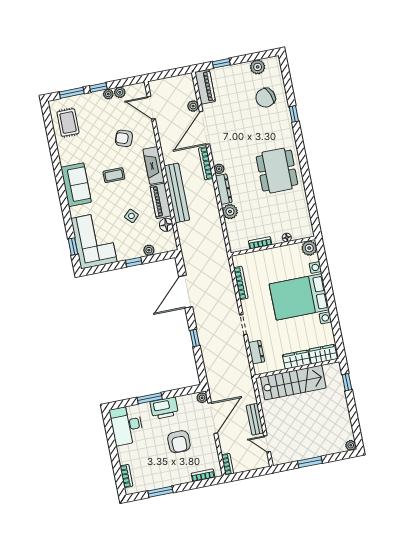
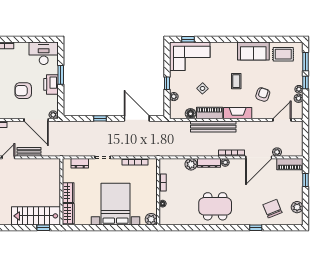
door: (204, 128) -> (259, 157), swing flipped
sofa: (76, 185) -> (253, 51), moved
stairs: (293, 383) -> (36, 216), moved, turned 90

